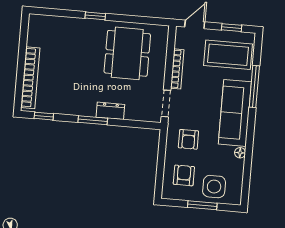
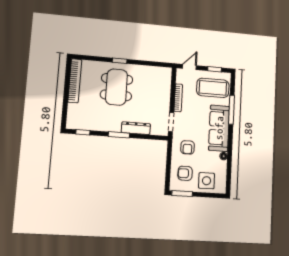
dining table: (127, 53) -> (117, 87), moved
bookcase: (30, 78) -> (75, 81), moved
dresser: (110, 111) -> (136, 128), width x1.44
armchair: (184, 175) -> (185, 173), turned -90
window: (202, 205) -> (182, 194), moved

